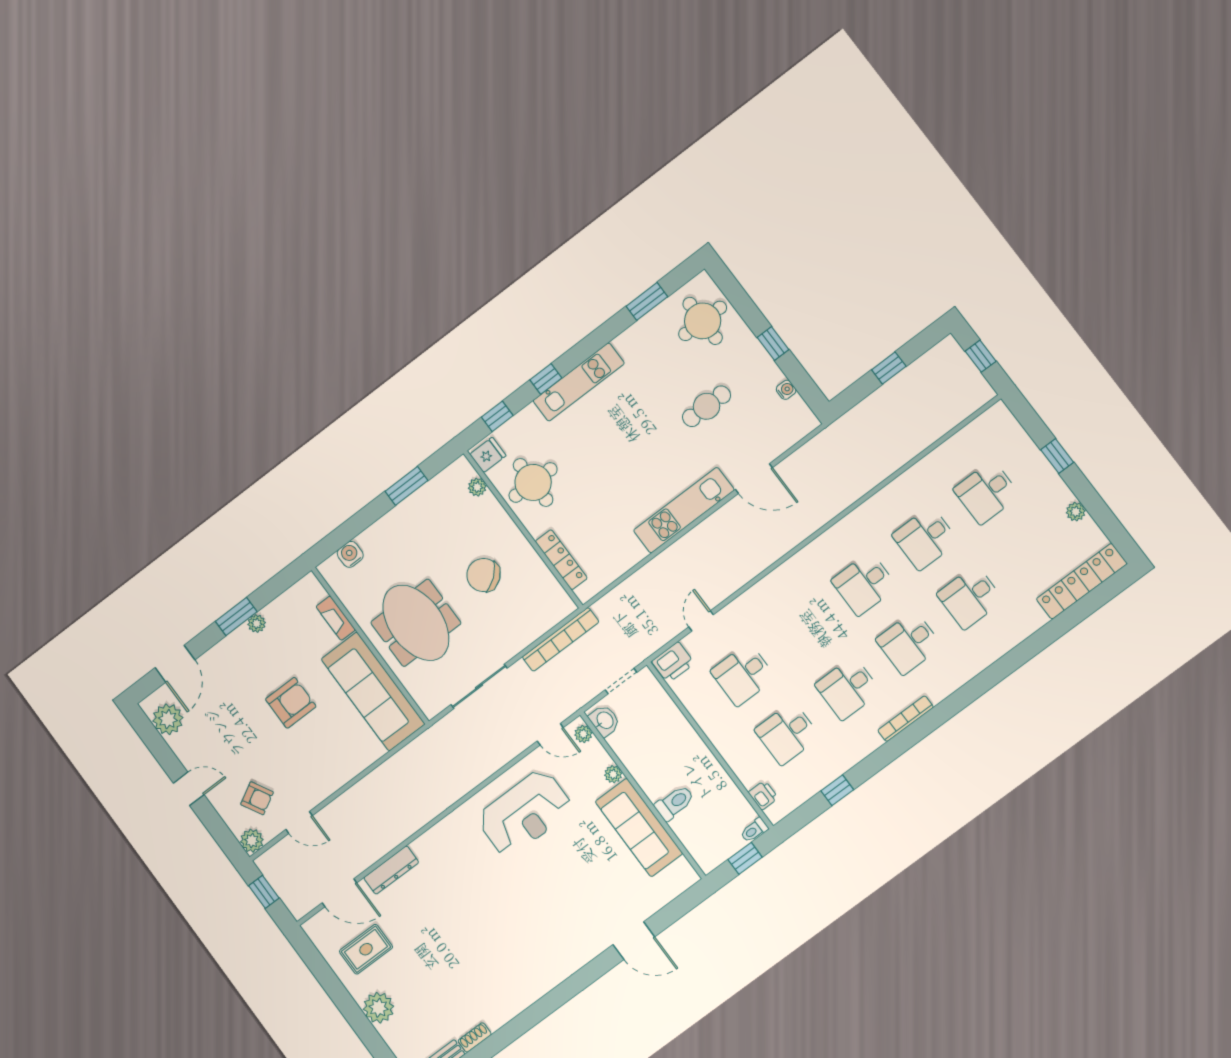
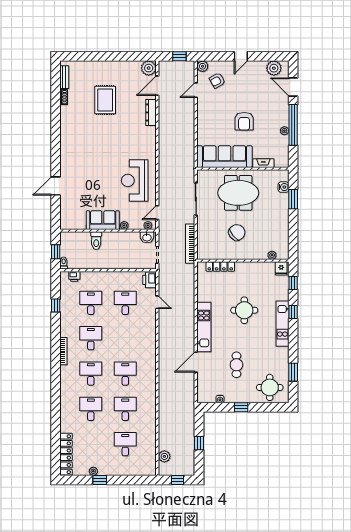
plant: (957, 410) -> (164, 456), added
window: (1057, 456) -> (100, 480), moved
round table: (533, 482) -> (244, 310), moved
window: (406, 486) -> (293, 199), moved
window: (236, 617) -> (293, 125), width x2.11
sofa: (639, 827) -> (103, 220), width x0.73
rug: (366, 949) -> (105, 100), moved, width x1.36, depth x1.43
plant: (379, 1008) -> (149, 68), moved

